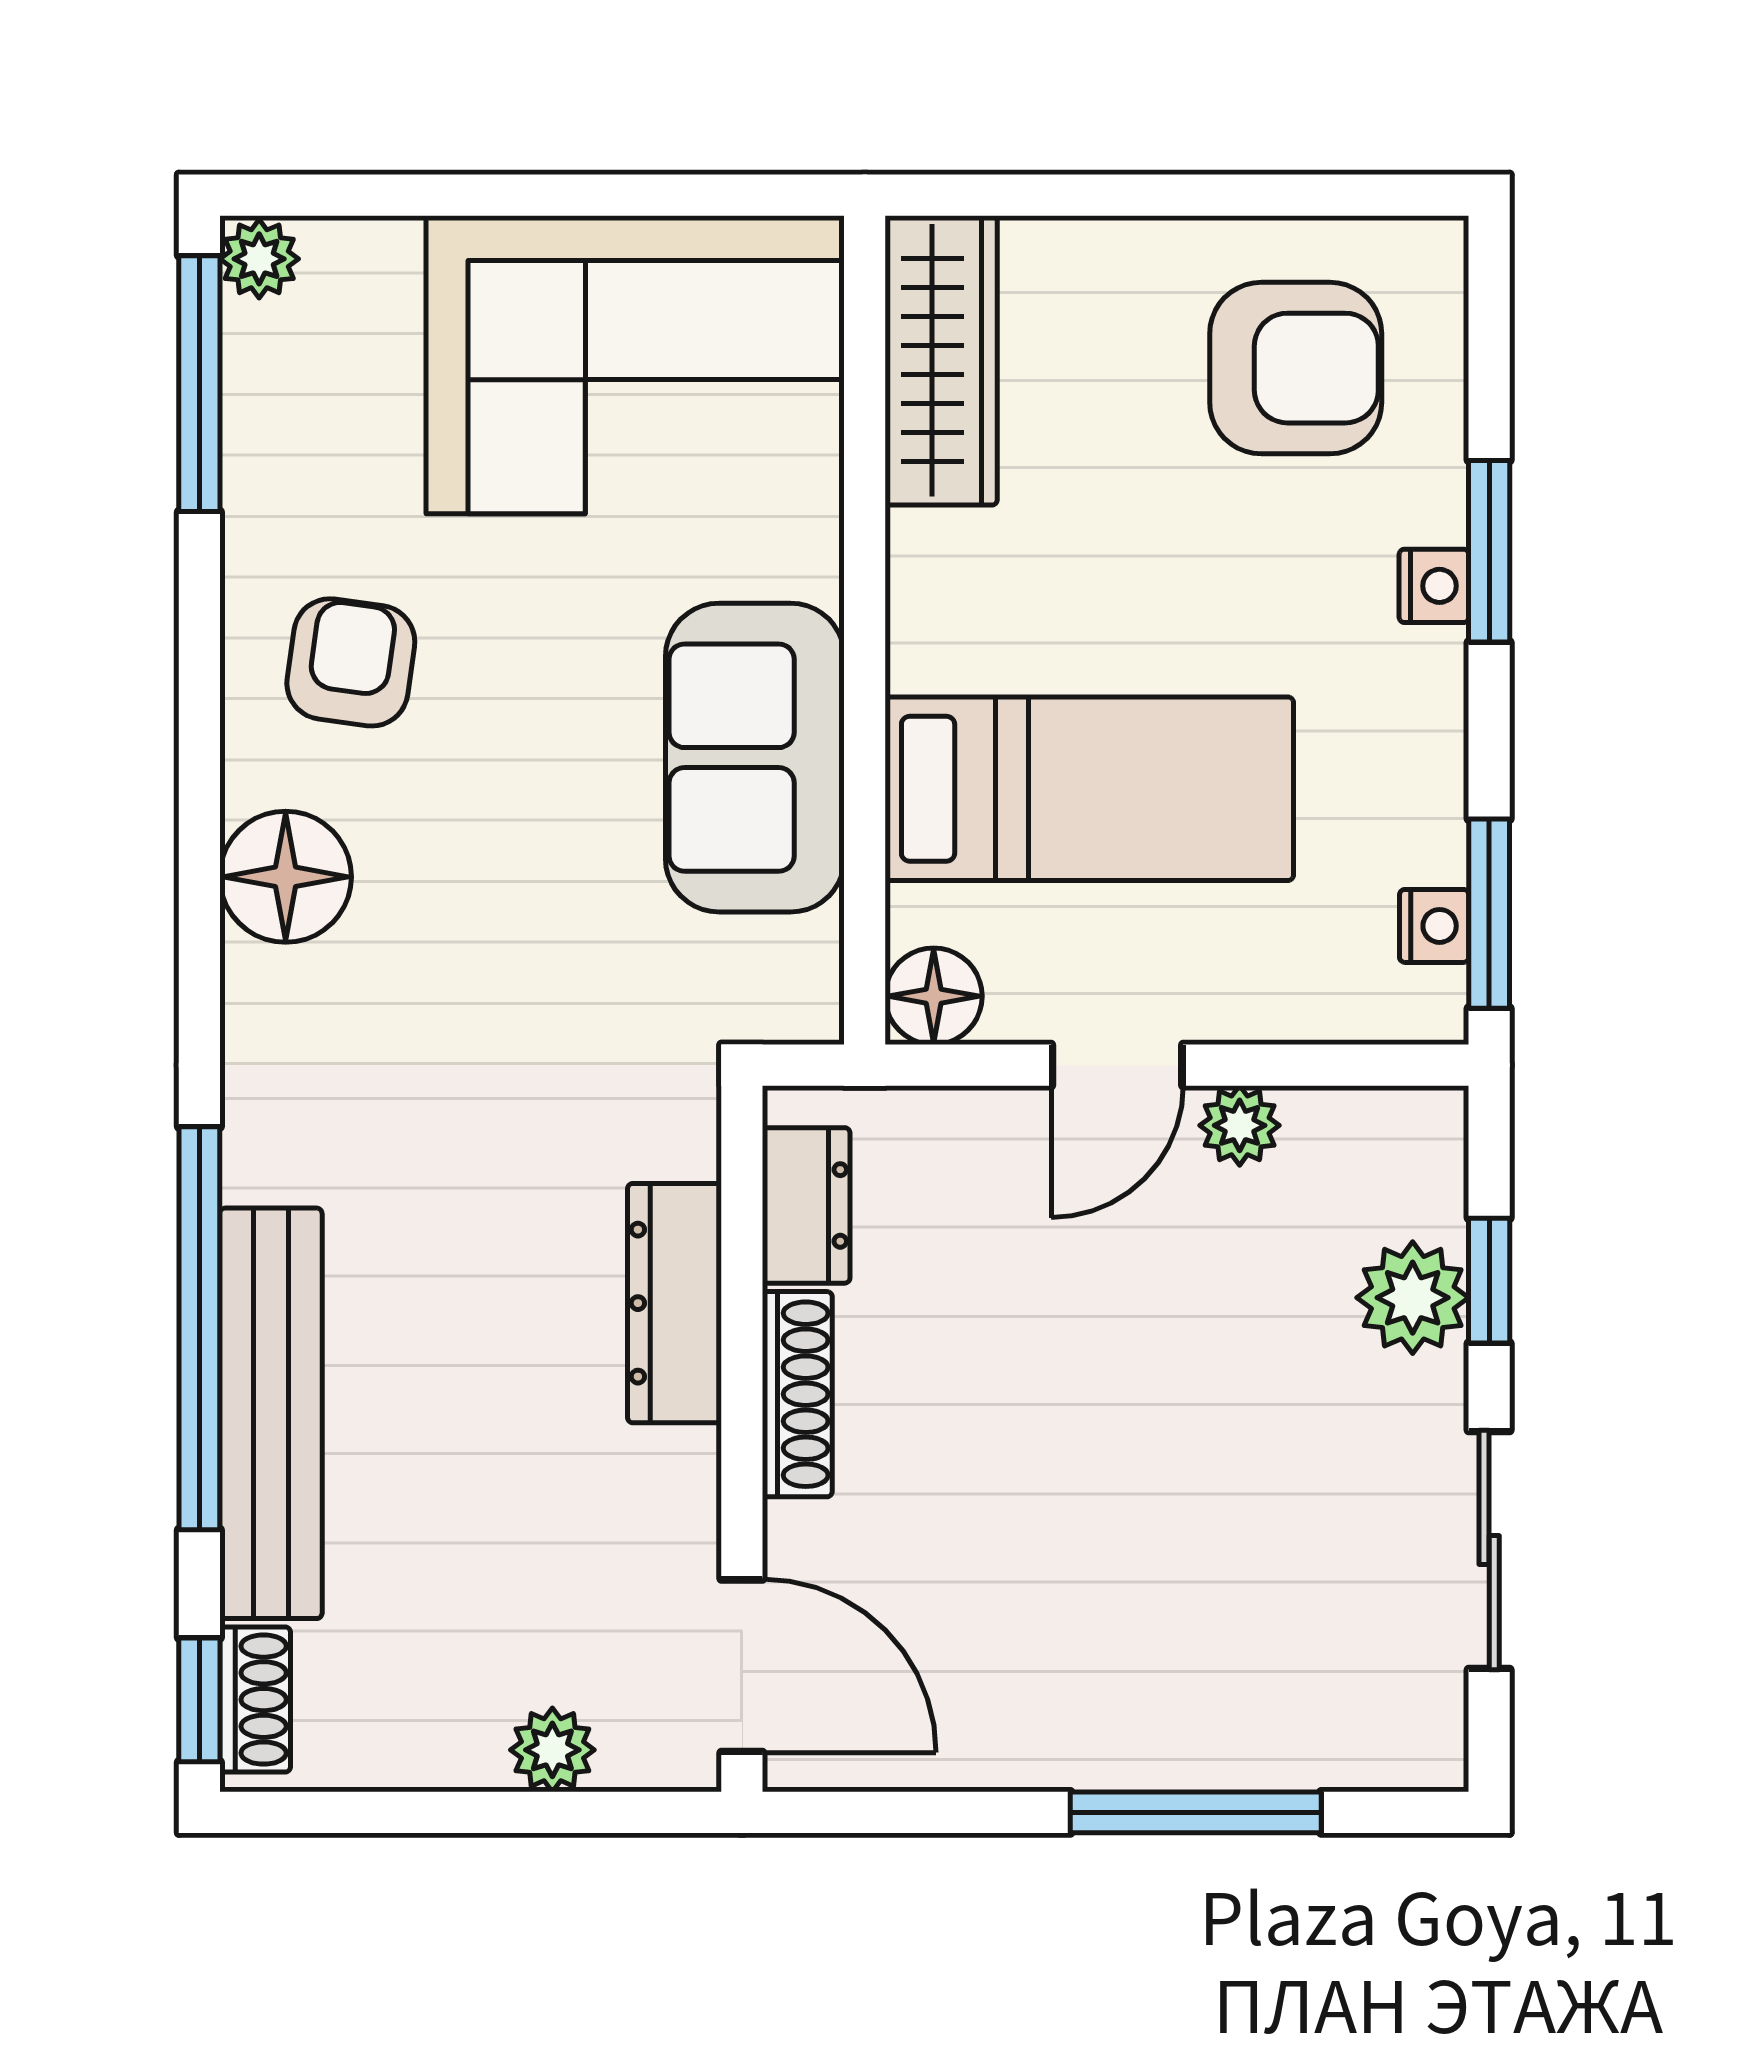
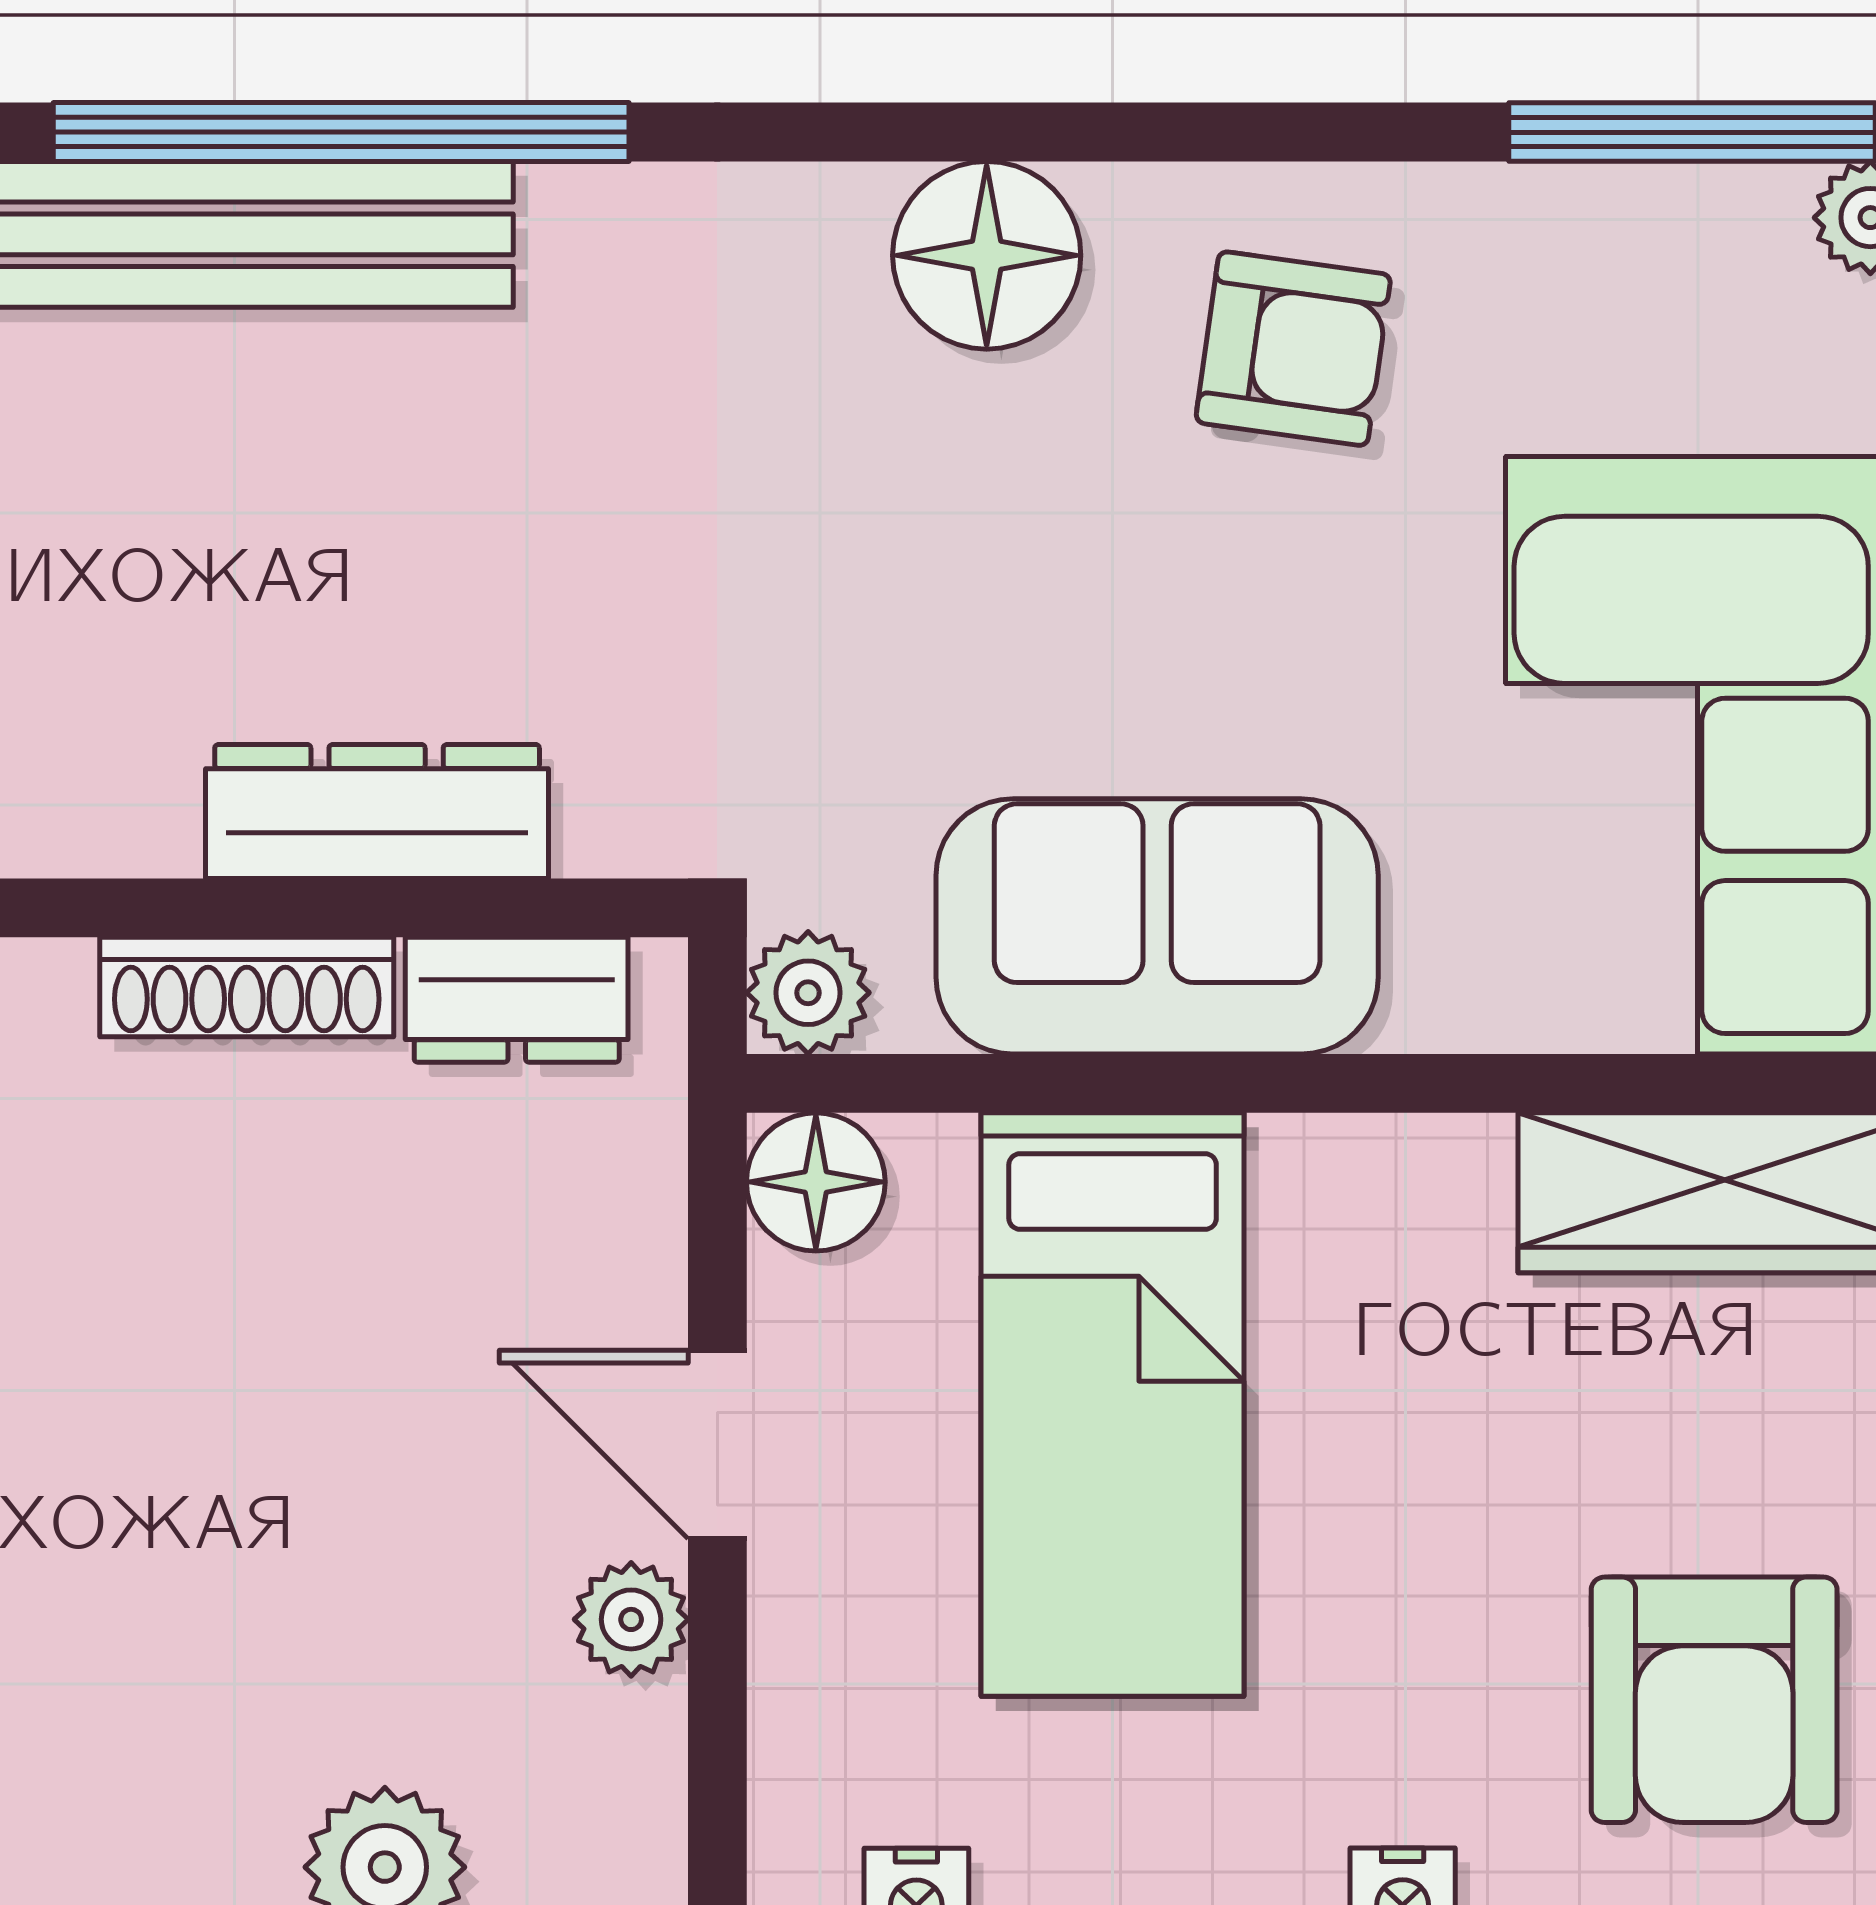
plant: (801, 1002) -> (808, 993), added

